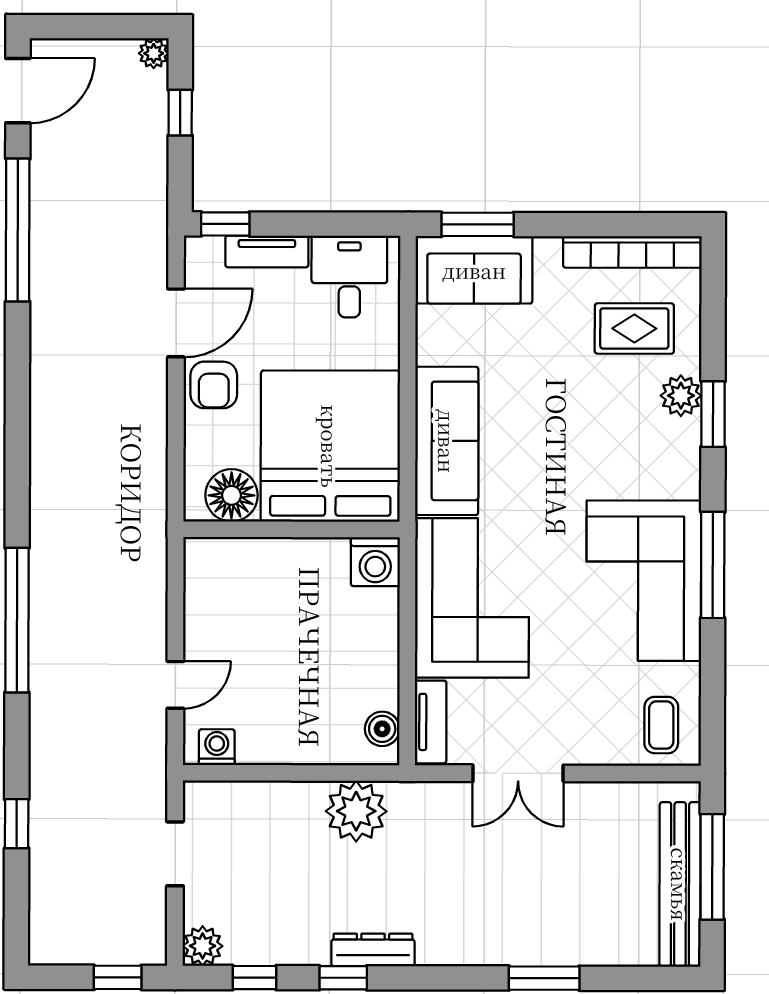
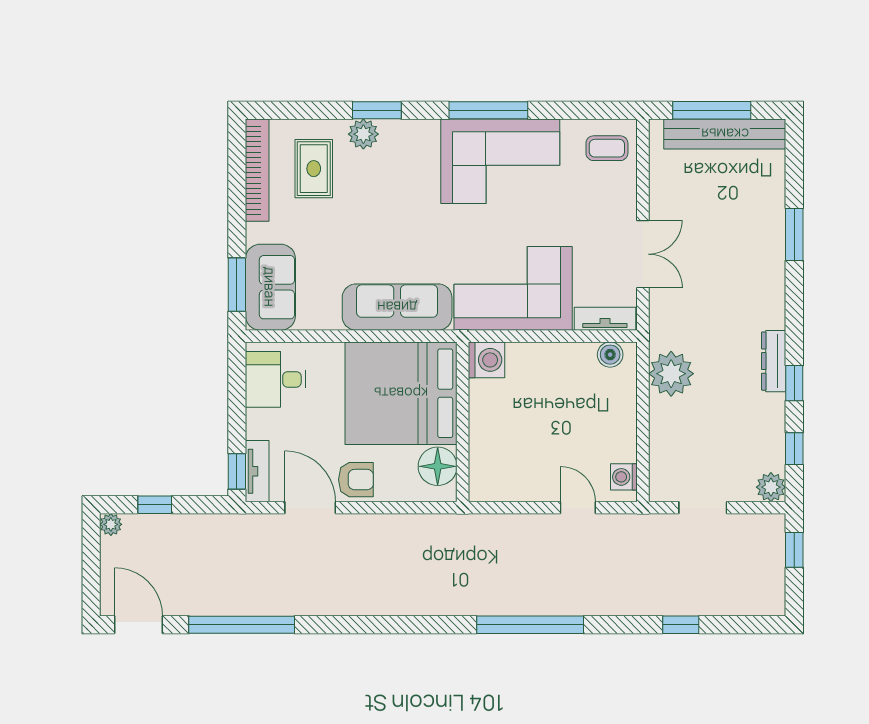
tv unit: (267, 251) -> (257, 471), moved

